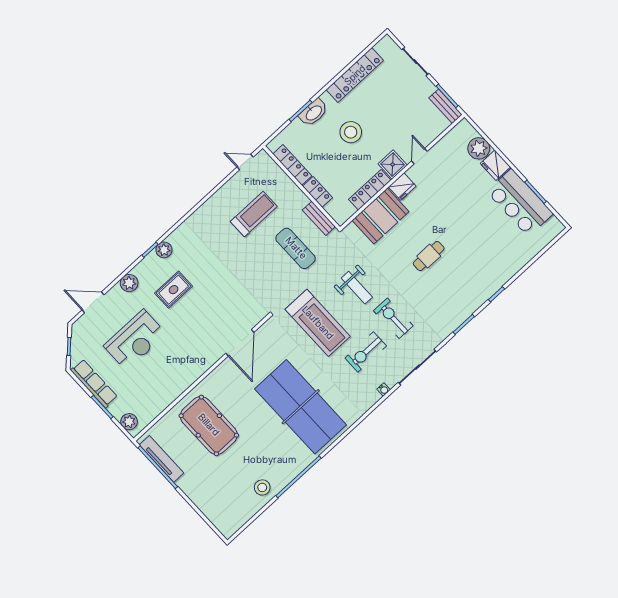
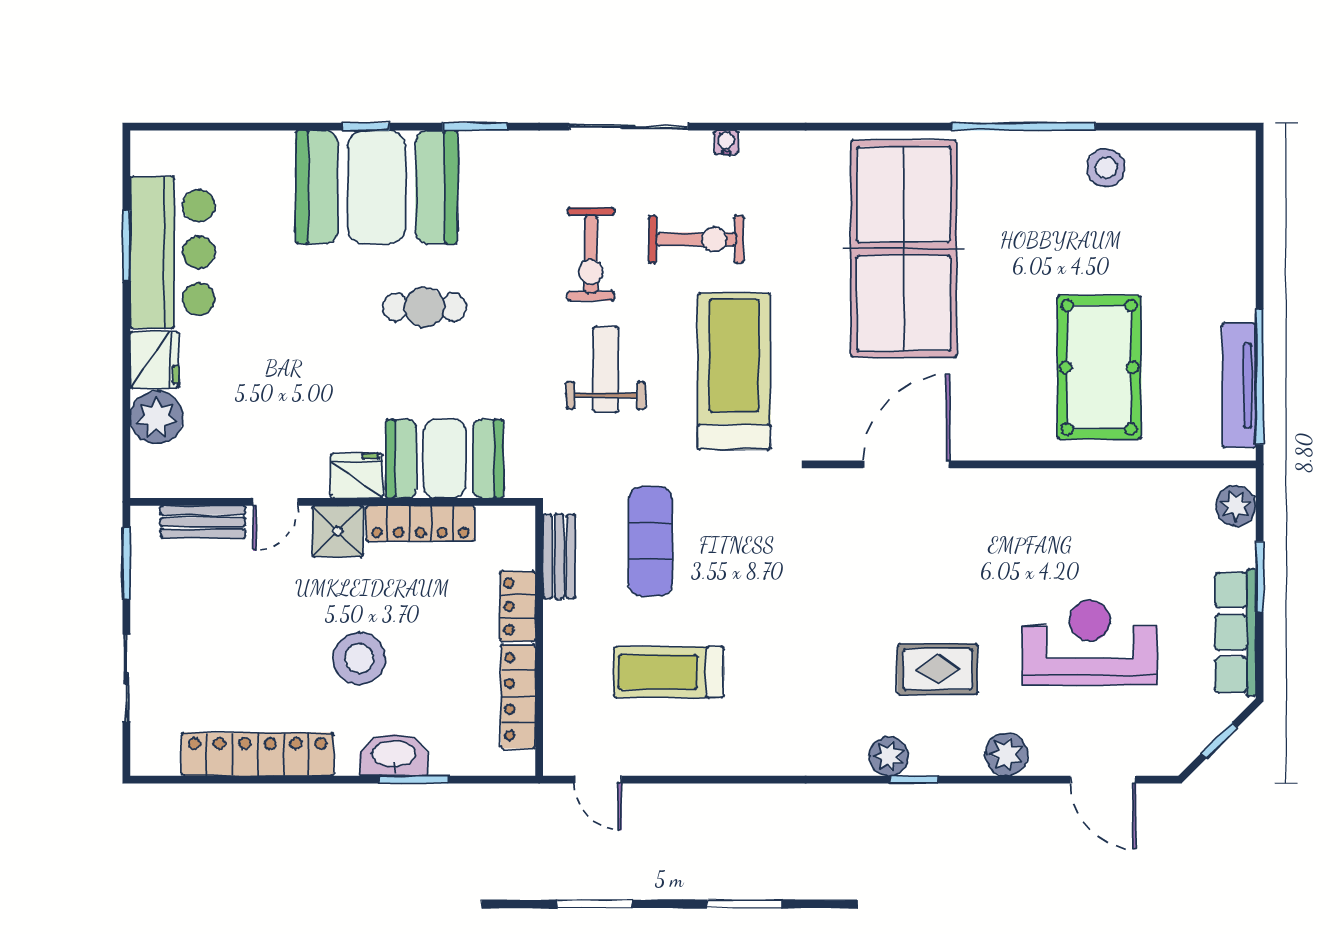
bench: (445, 106) -> (203, 522), moved, turned 90
booth: (476, 279) -> (377, 187), added

